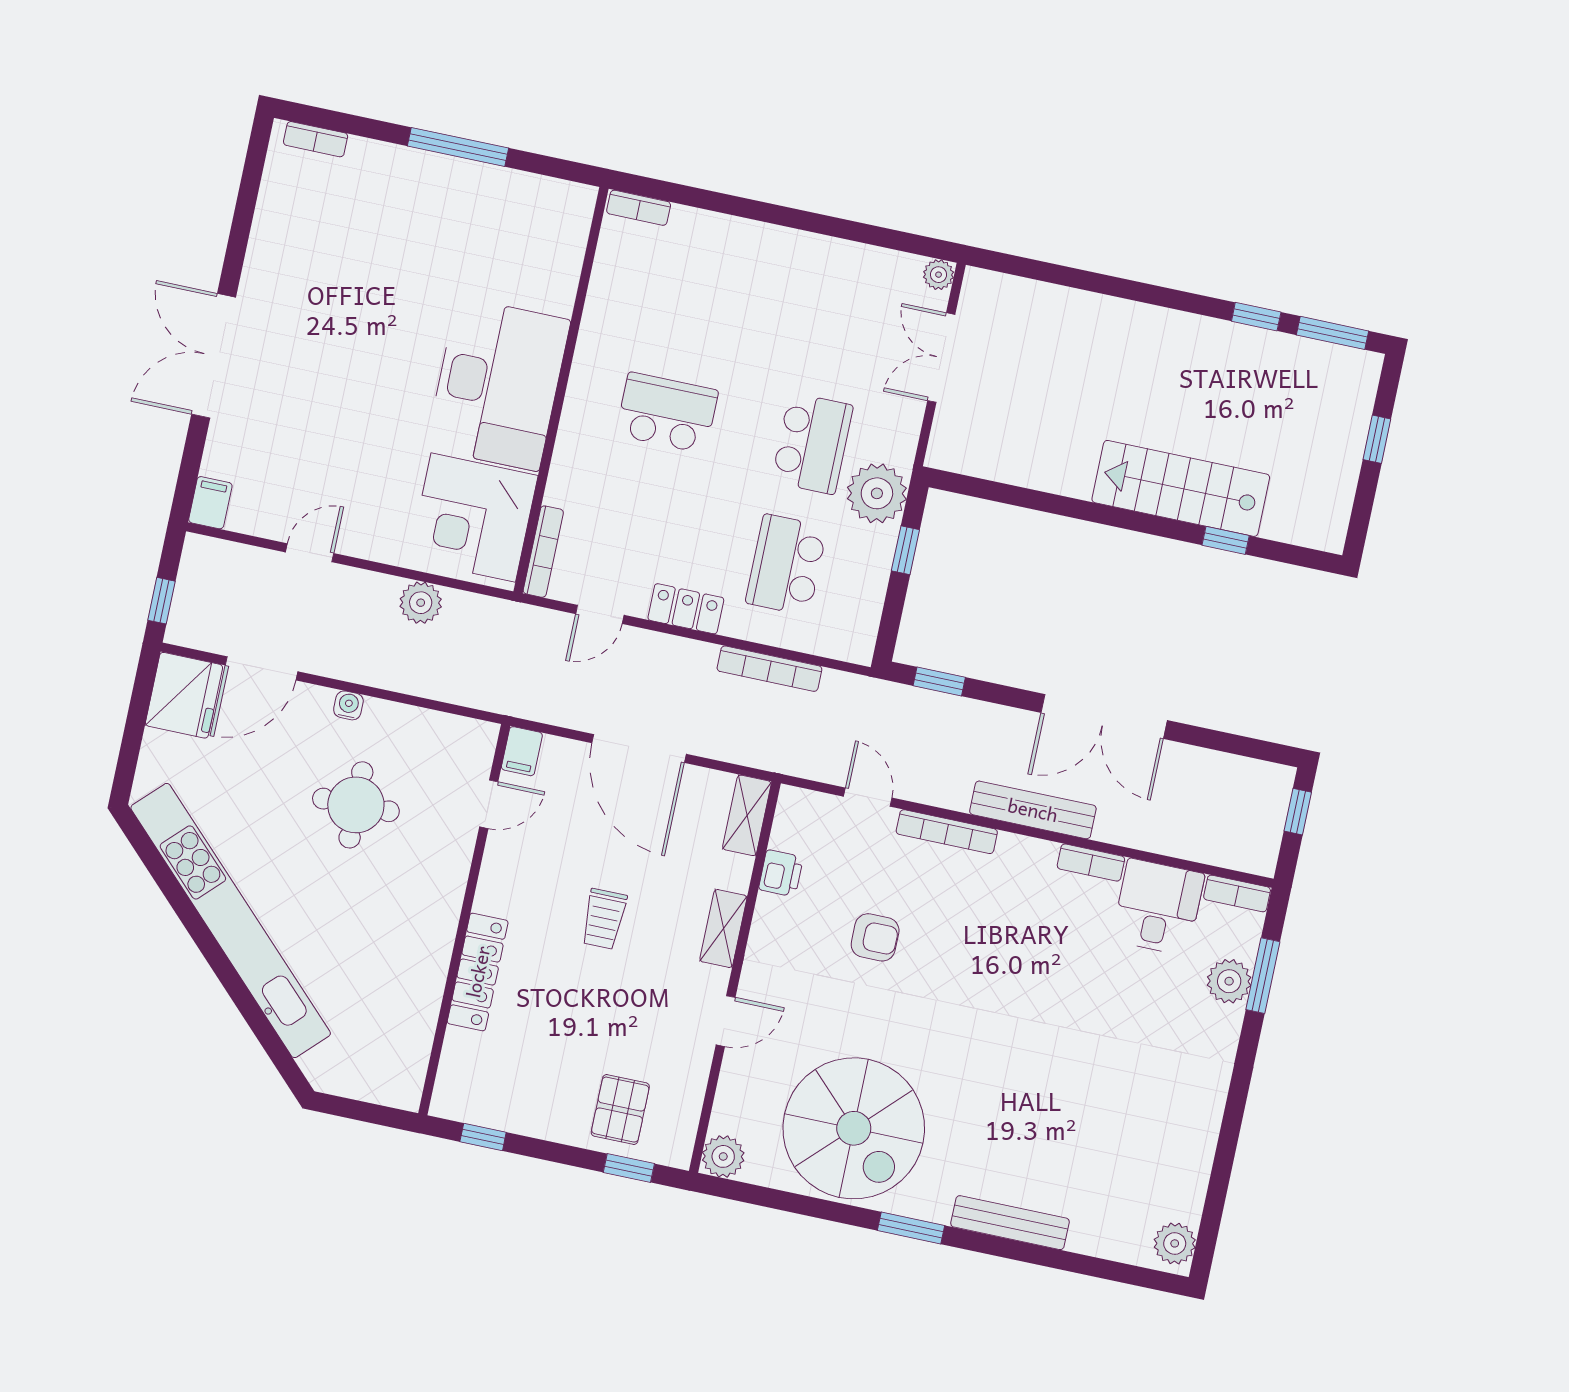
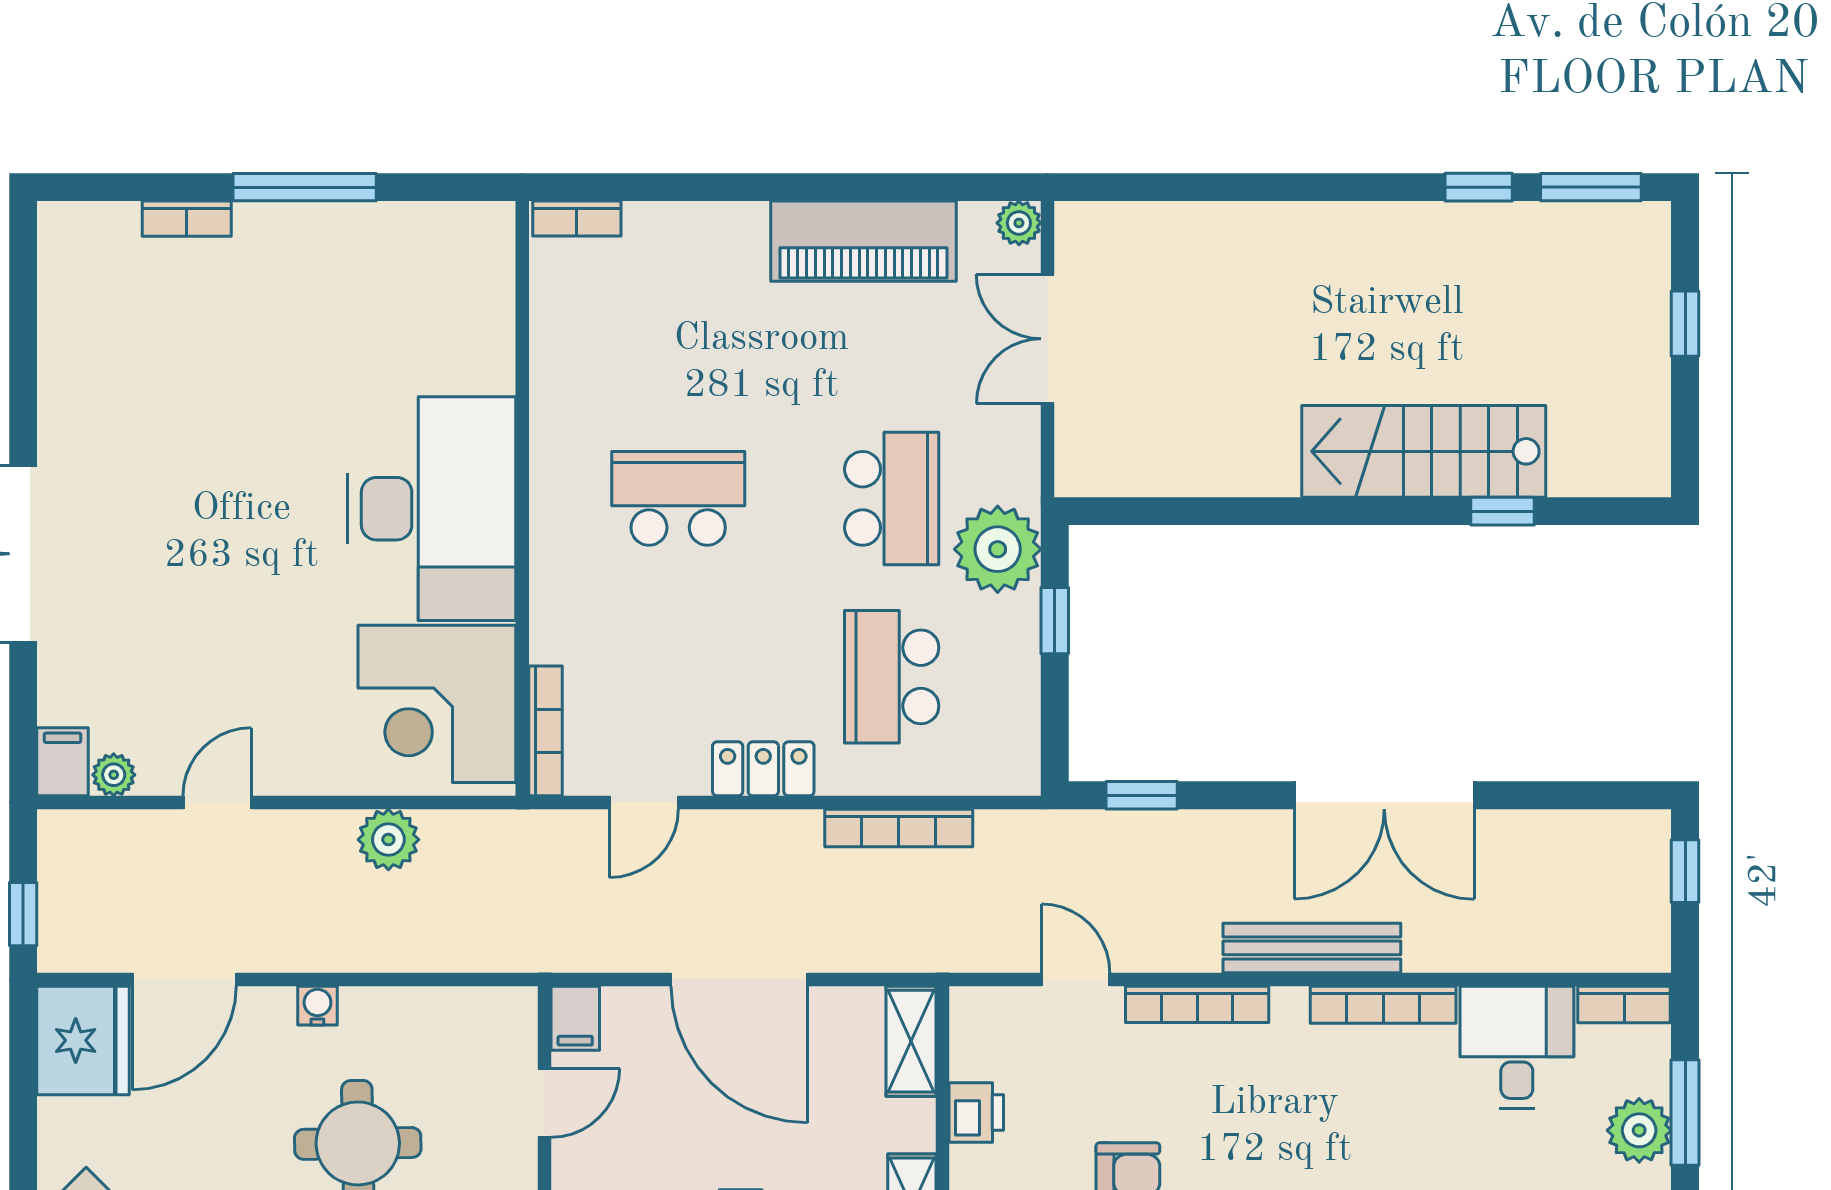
bookcase: (316, 139) -> (187, 219), moved
piano: (830, 265) -> (863, 241), added
plant: (243, 519) -> (114, 775), added
bookcase: (1091, 863) -> (1383, 1005), width x1.56

